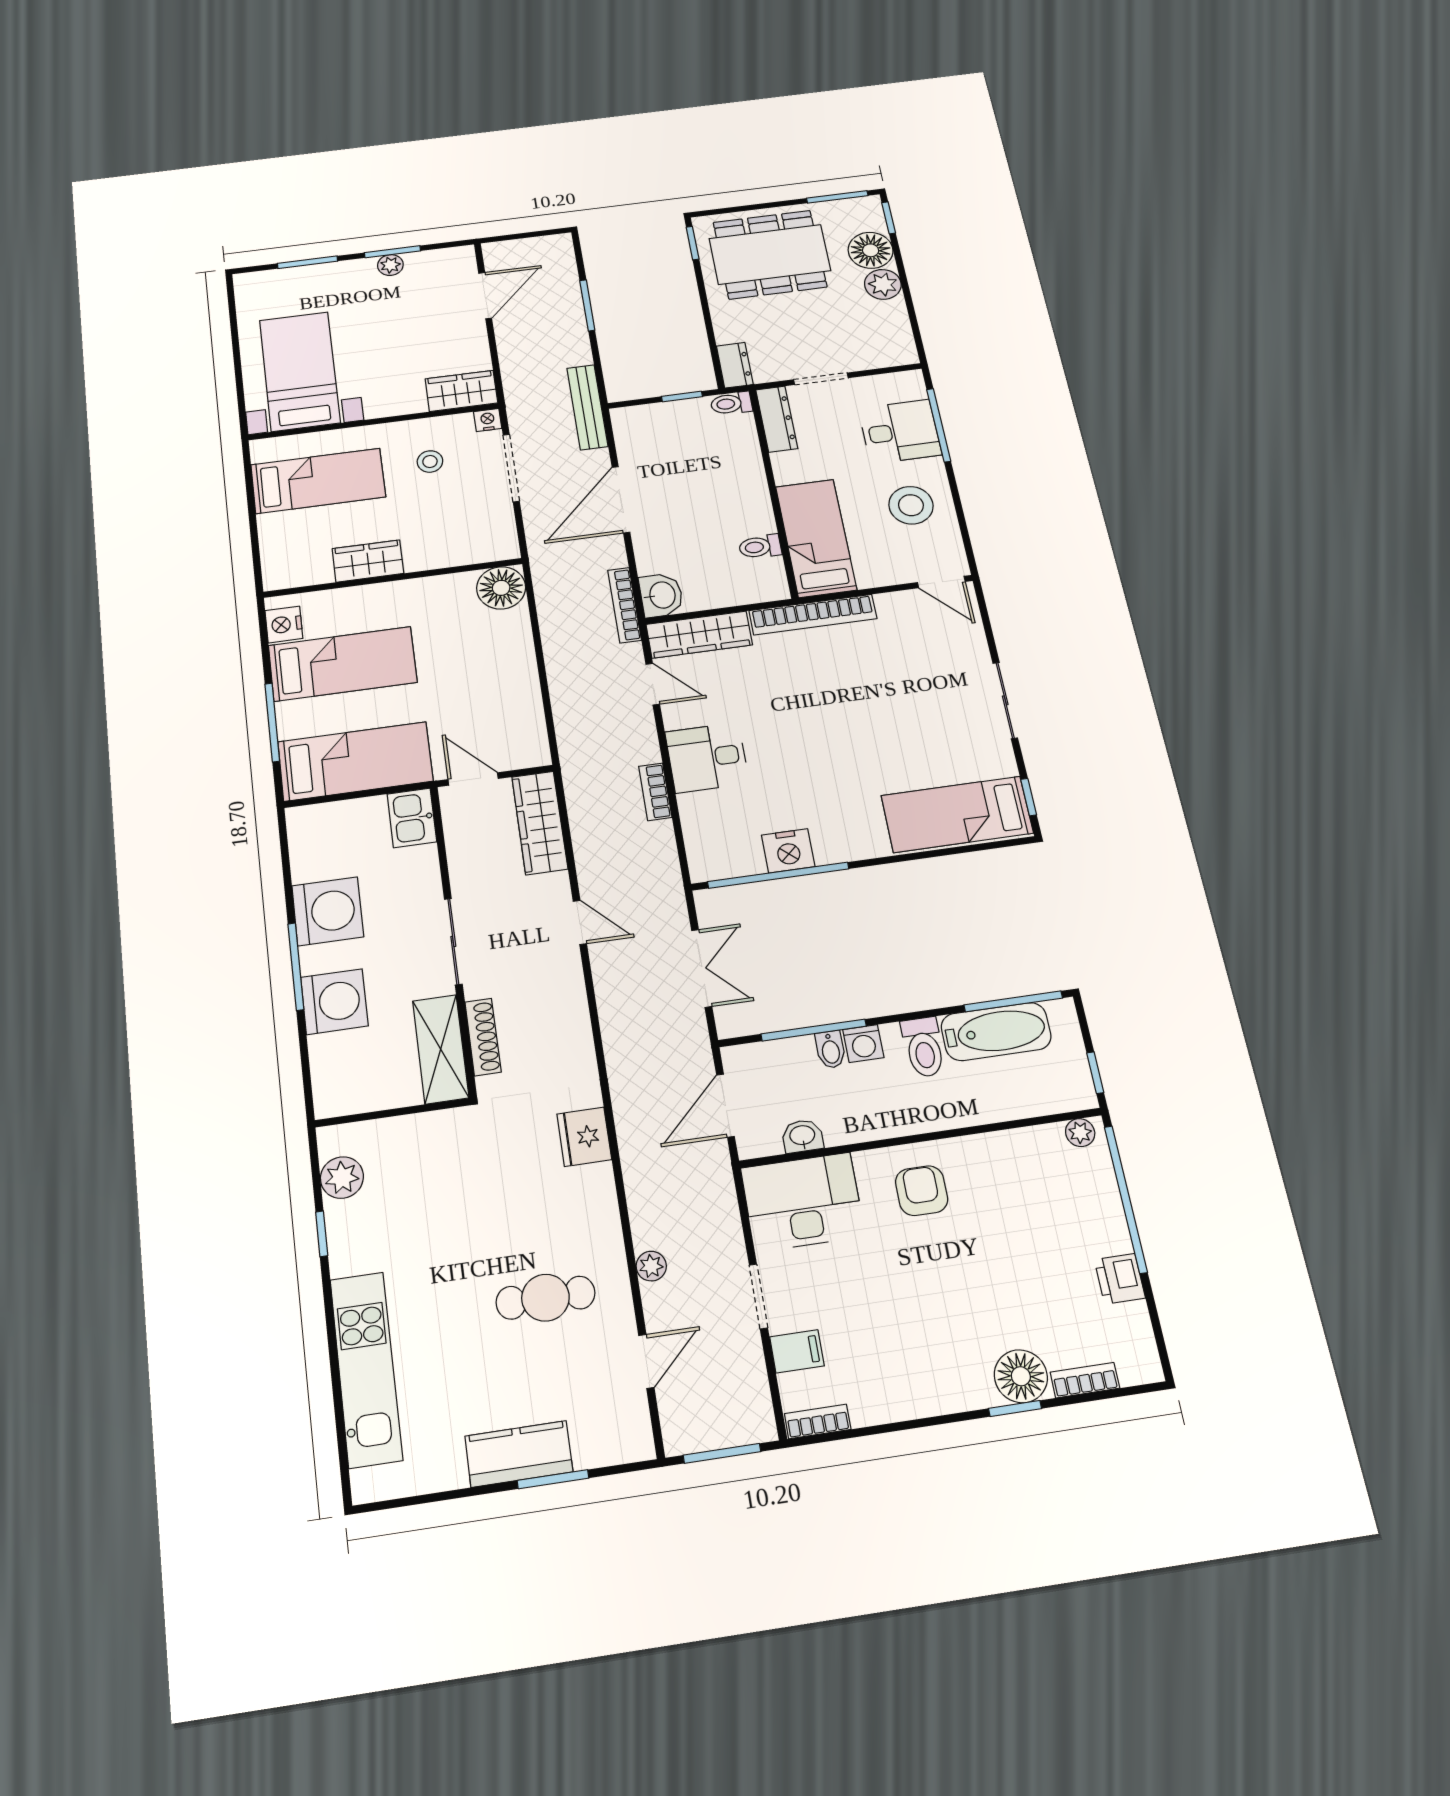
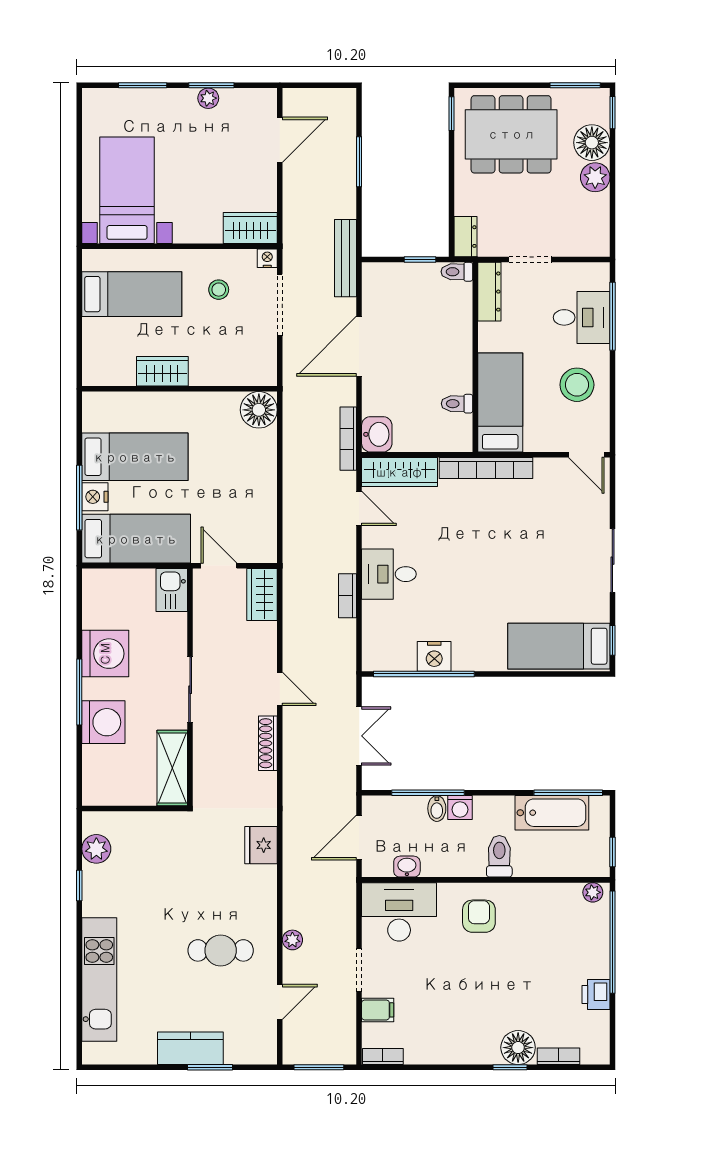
nightstand: (284, 624) -> (95, 497), moved
wardrobe: (540, 823) -> (262, 595), width x0.67
shoe rack: (483, 1037) -> (268, 743), moved, turned 180
toilet: (924, 1047) -> (499, 856), moved, turned 180

